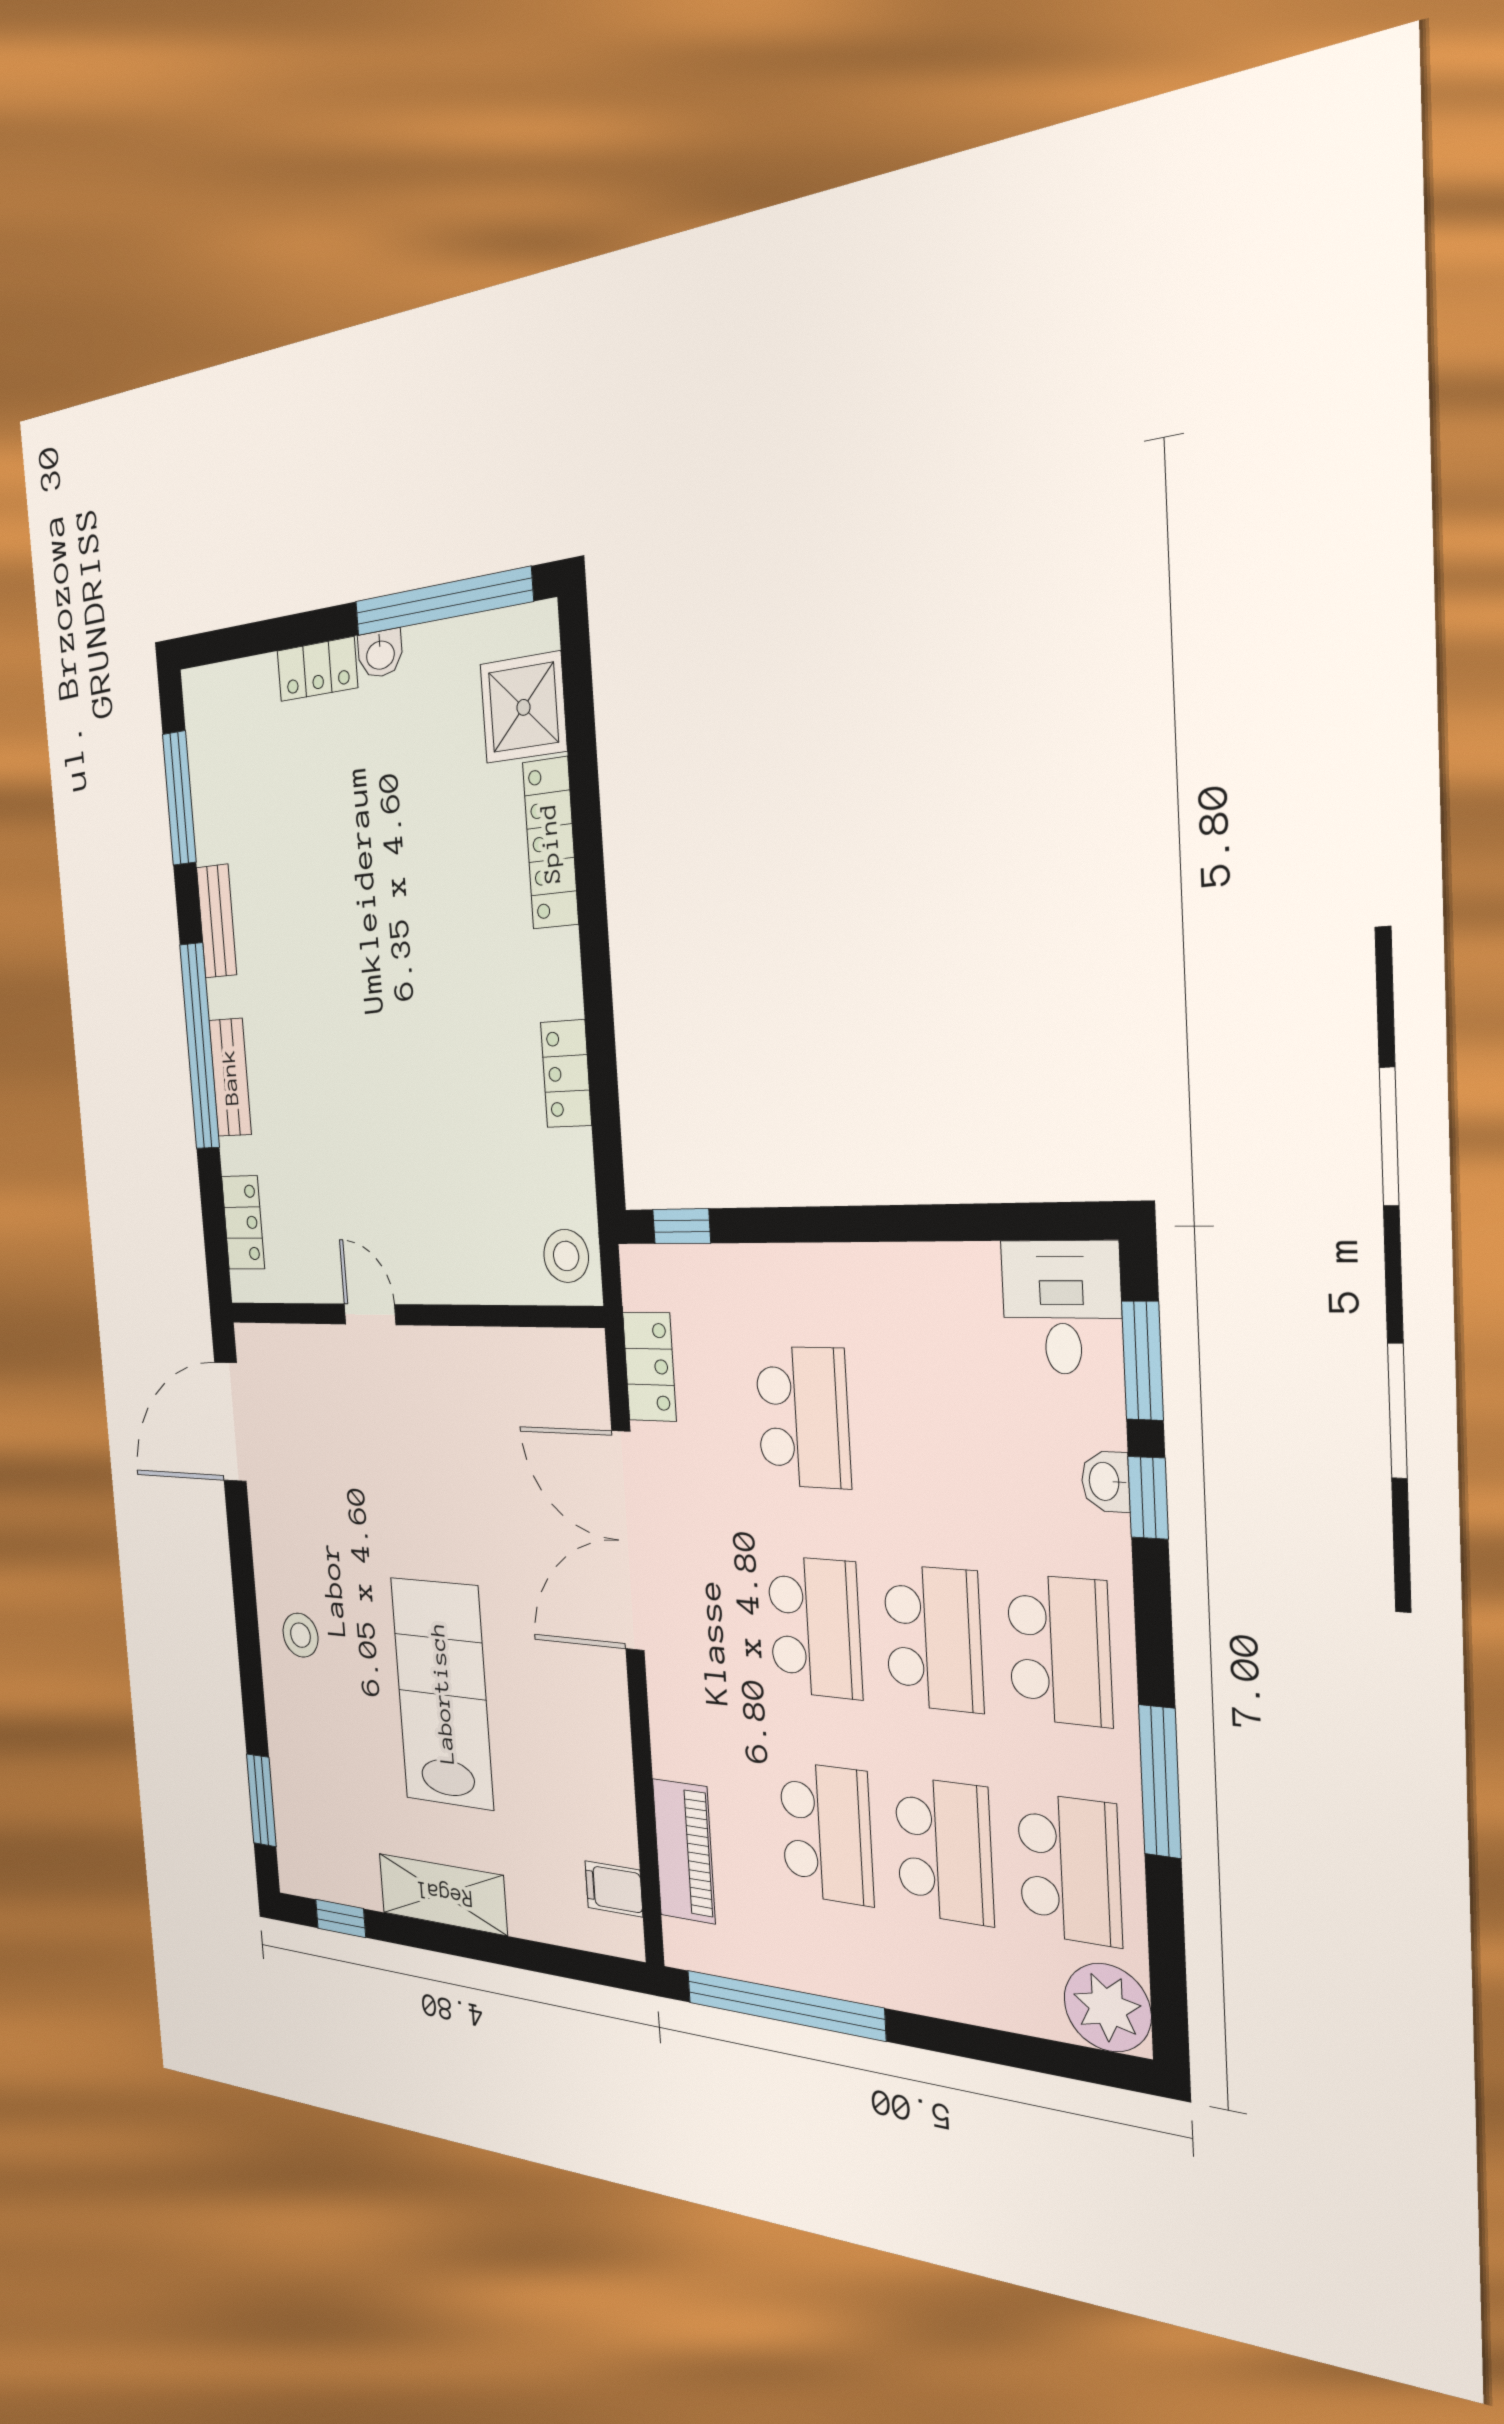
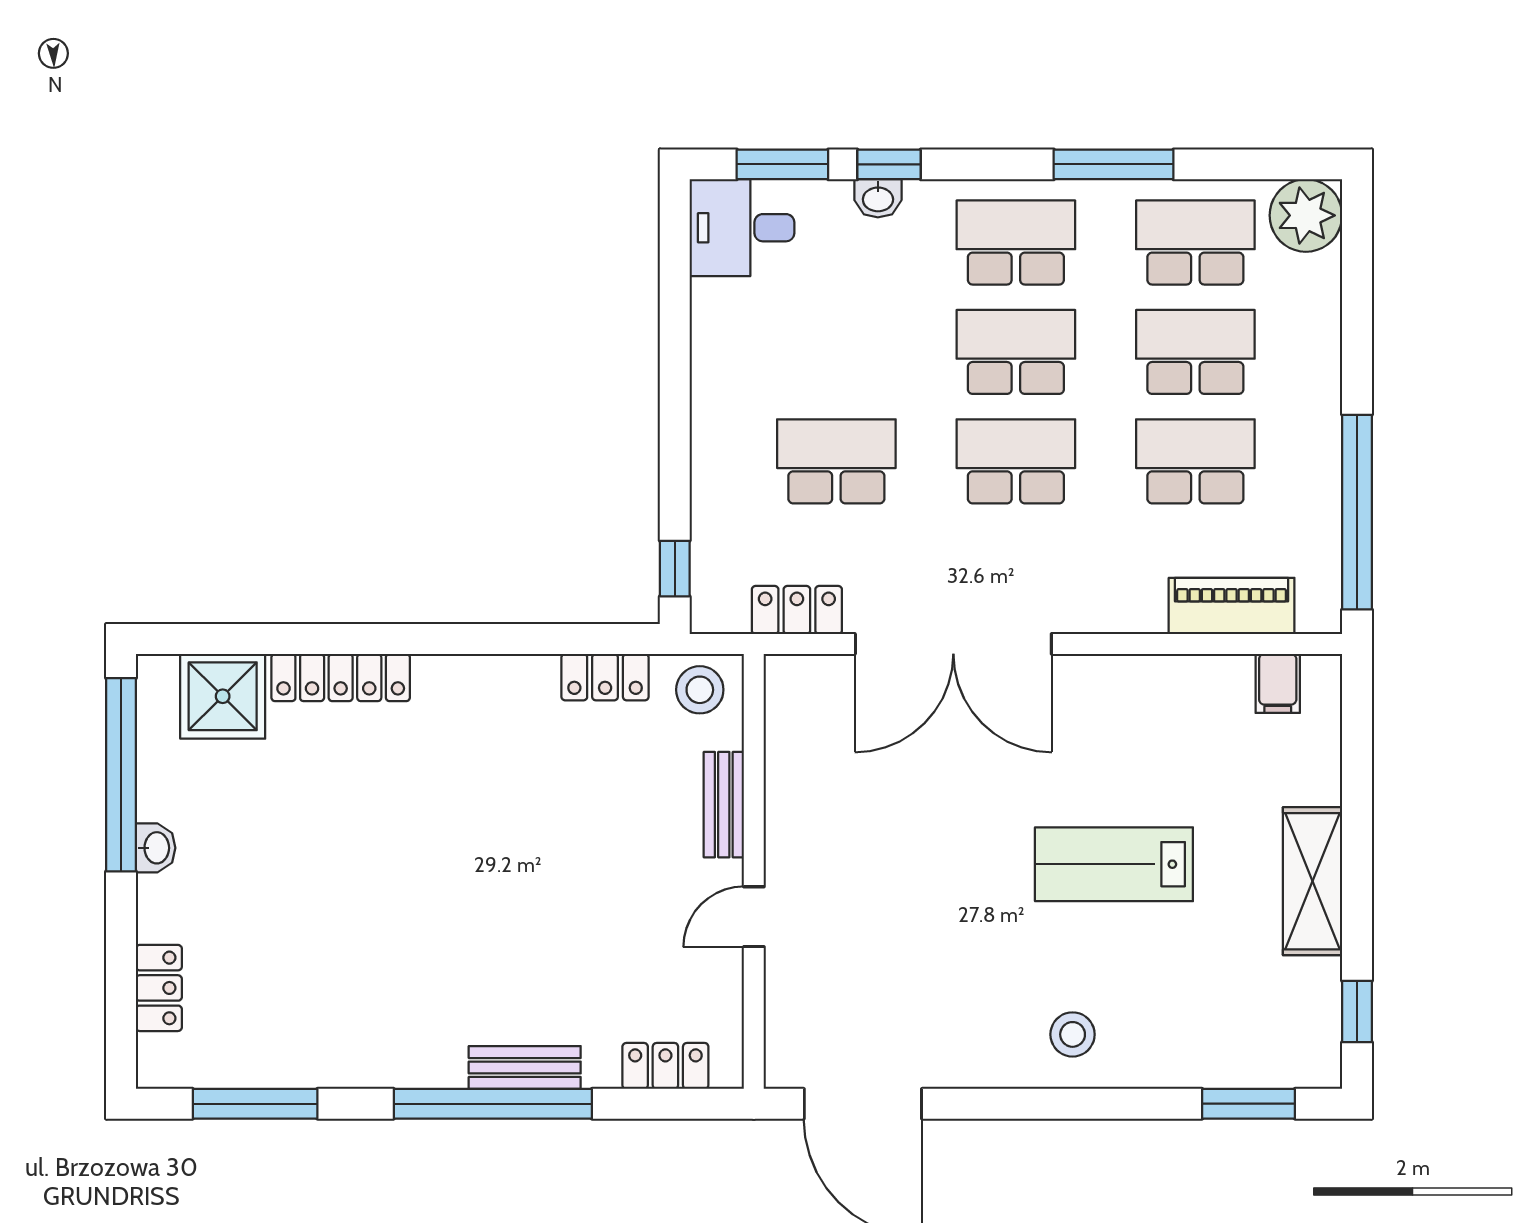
locker: (317, 669) -> (159, 988), moved
bench: (217, 921) -> (724, 805), moved, turned 90
locker: (566, 1074) -> (605, 677), moved
lab bench: (442, 1693) -> (1114, 864), width x0.73, depth x0.72

